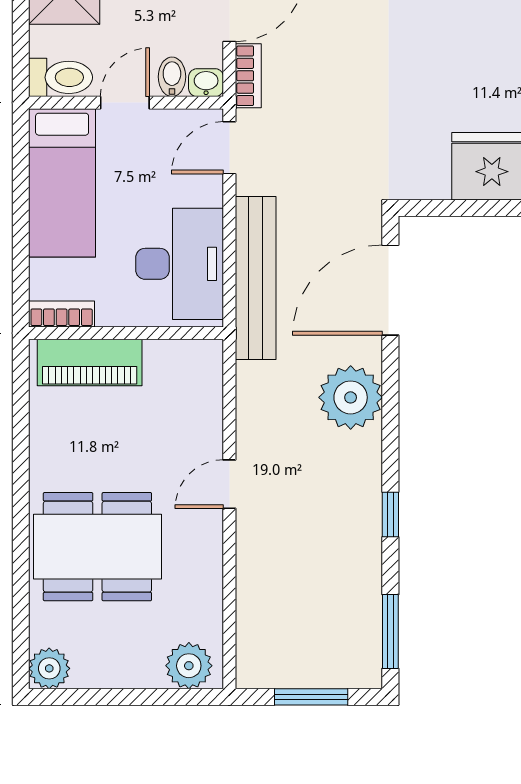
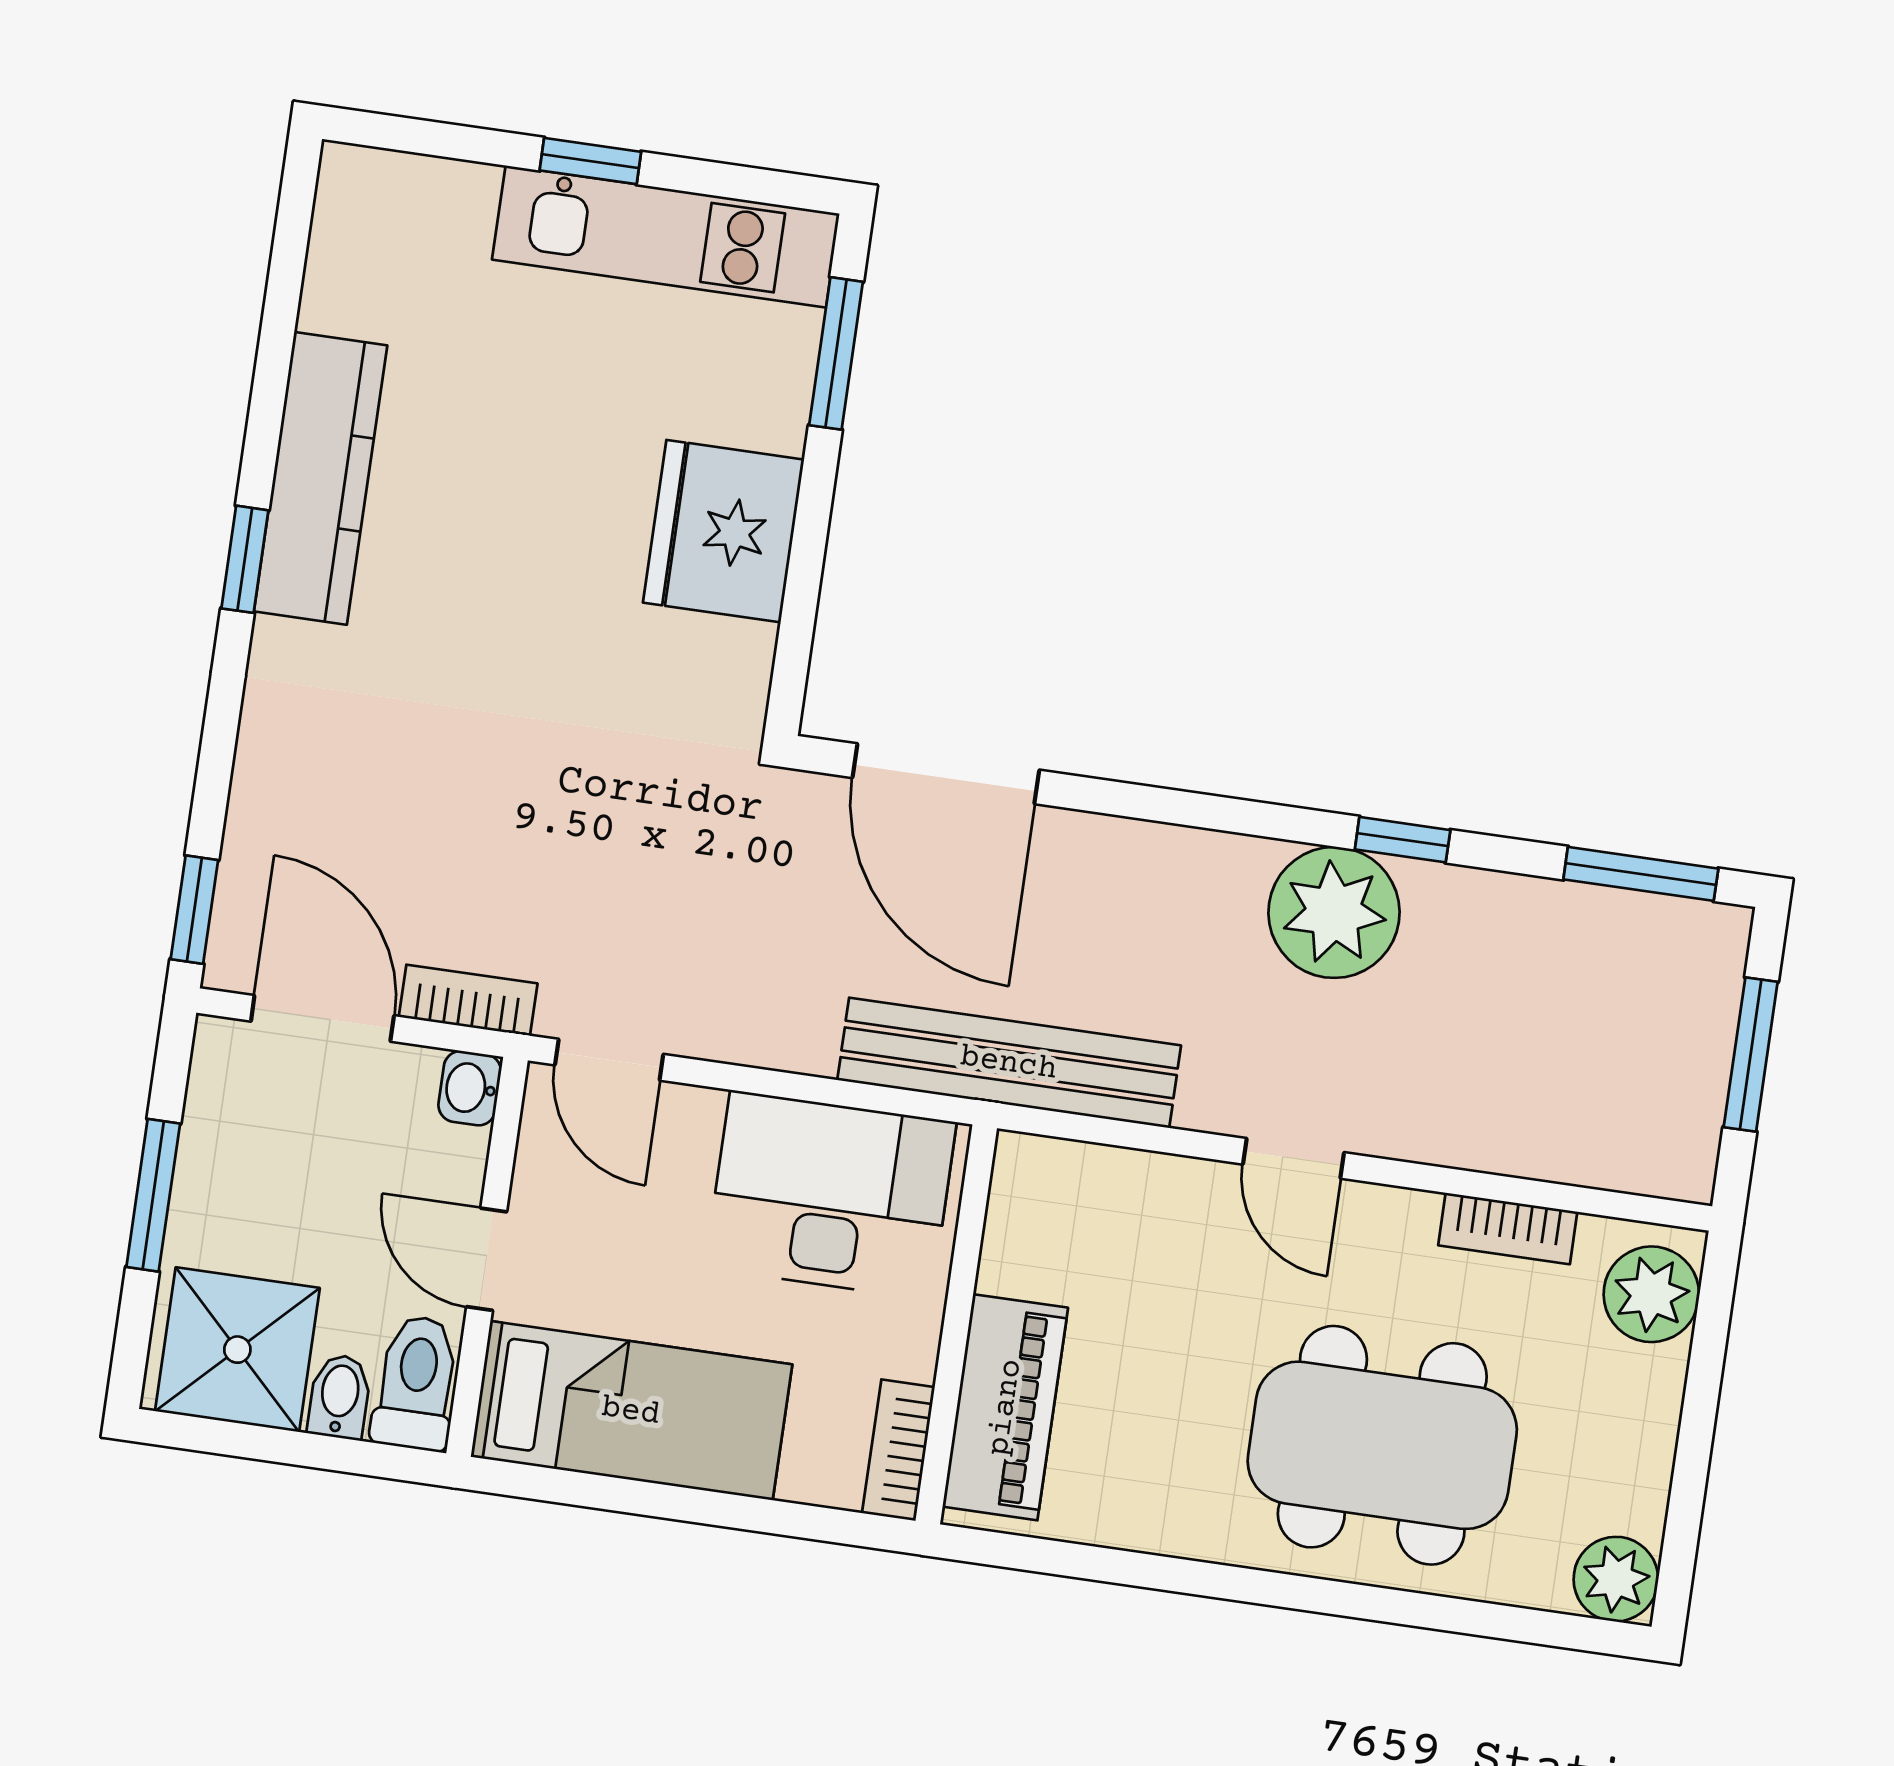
bidet: (172, 77) -> (339, 1397), moved, turned 90
bench: (256, 278) -> (1009, 1063), moved
plant: (351, 397) -> (1334, 912), moved
dining table: (97, 547) -> (1382, 1445), turned 90
bookcase: (211, 592) -> (1508, 1229), added

